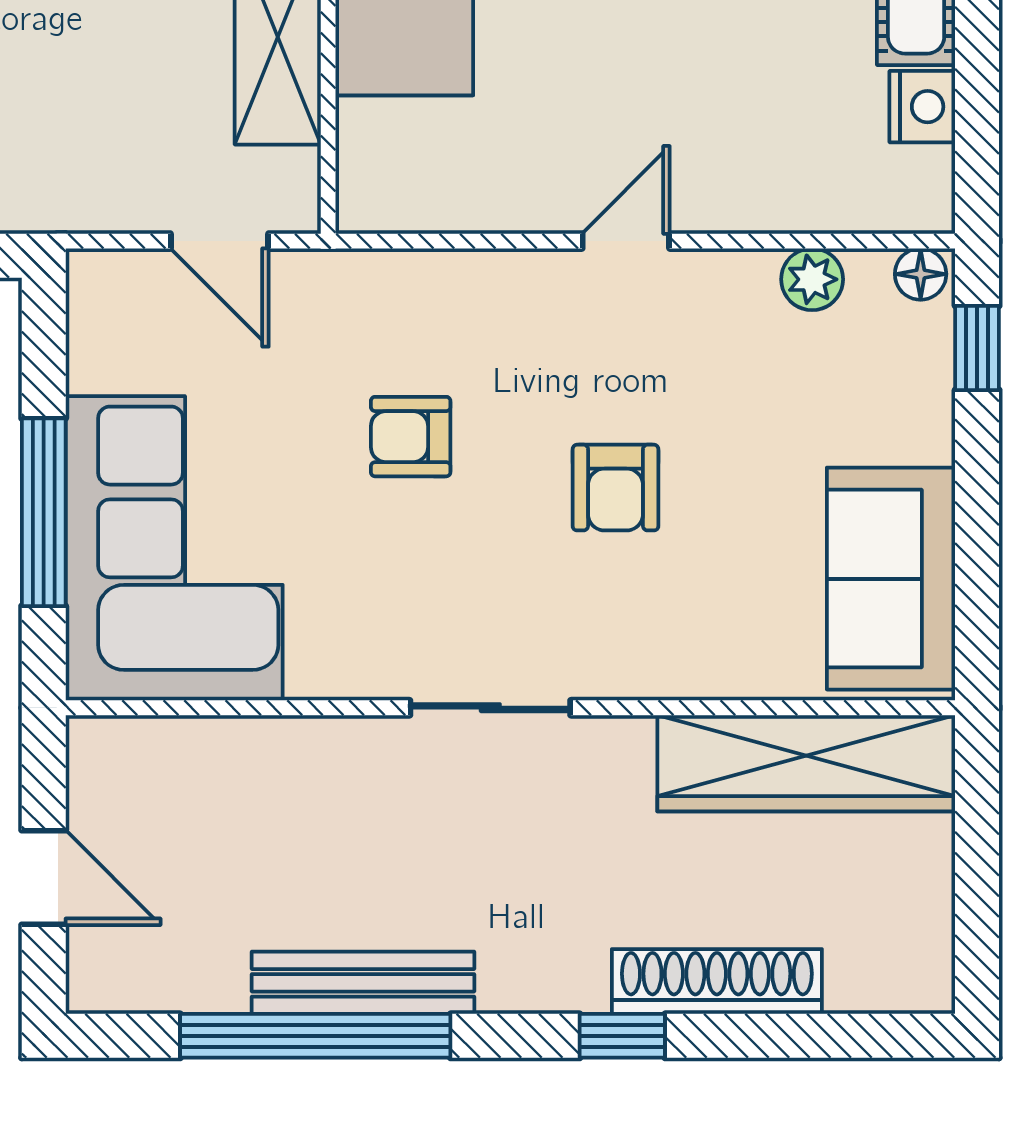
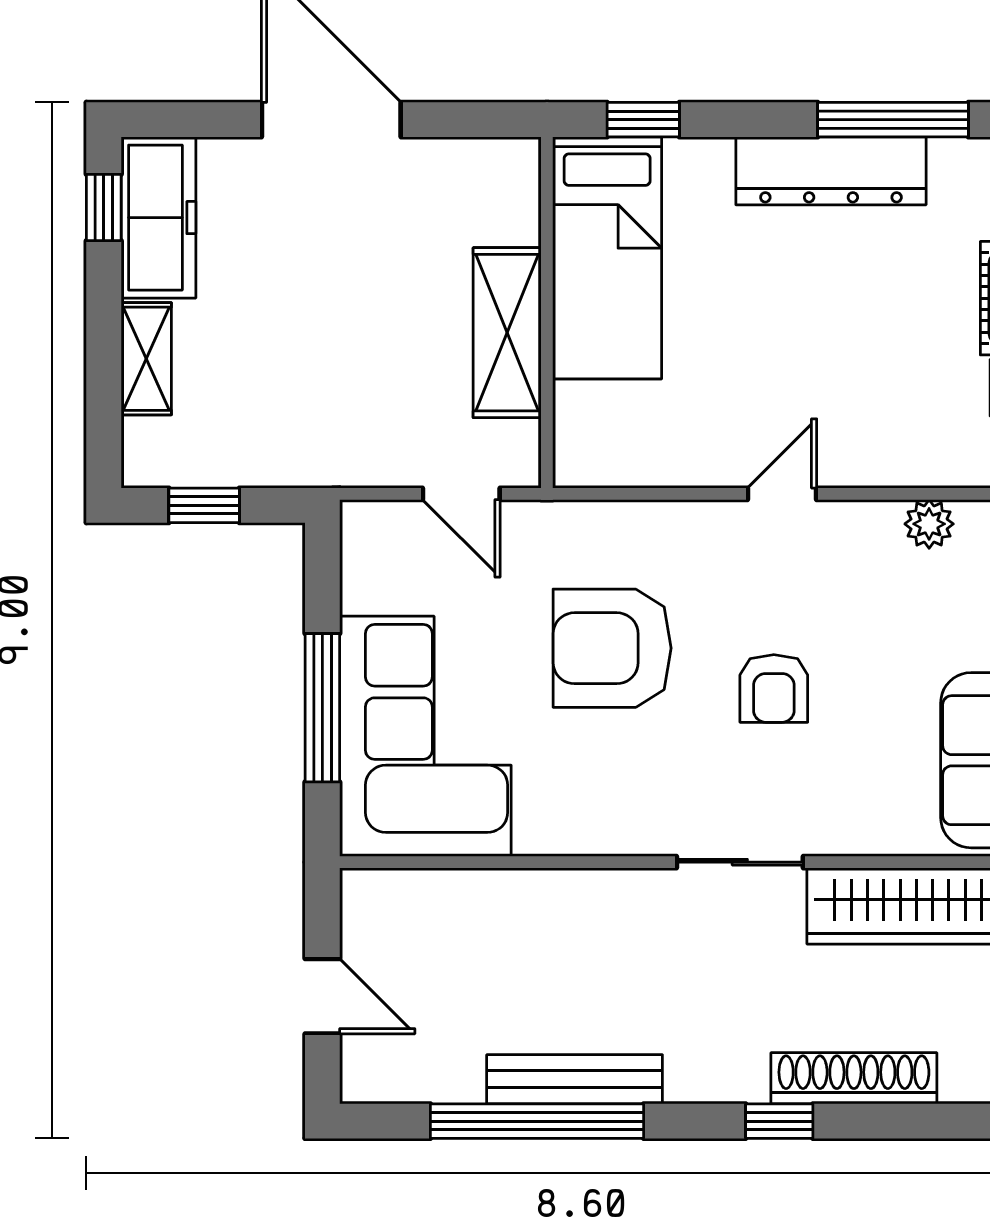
armchair: (411, 437) -> (612, 648), width x1.88, depth x1.88
sliding door: (490, 708) -> (740, 862), moved

